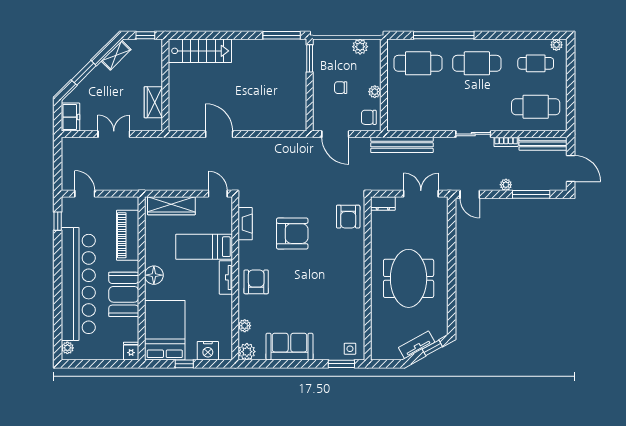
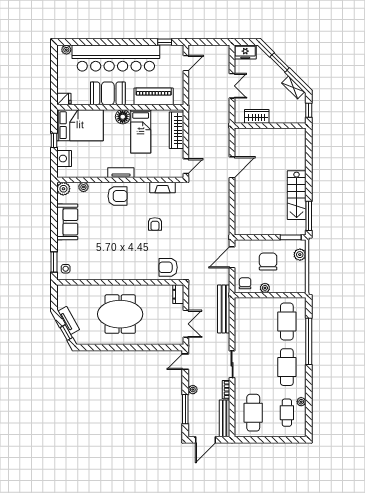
plant: (556, 45) -> (301, 402), moved
plant: (360, 47) -> (300, 255), moved
stairs: (200, 51) -> (297, 195), moved
chair: (341, 88) -> (268, 262), width x1.87, depth x1.87
armchair: (292, 234) -> (155, 224), width x0.53, depth x0.53
bed: (204, 247) -> (141, 131), moved, turned 180

